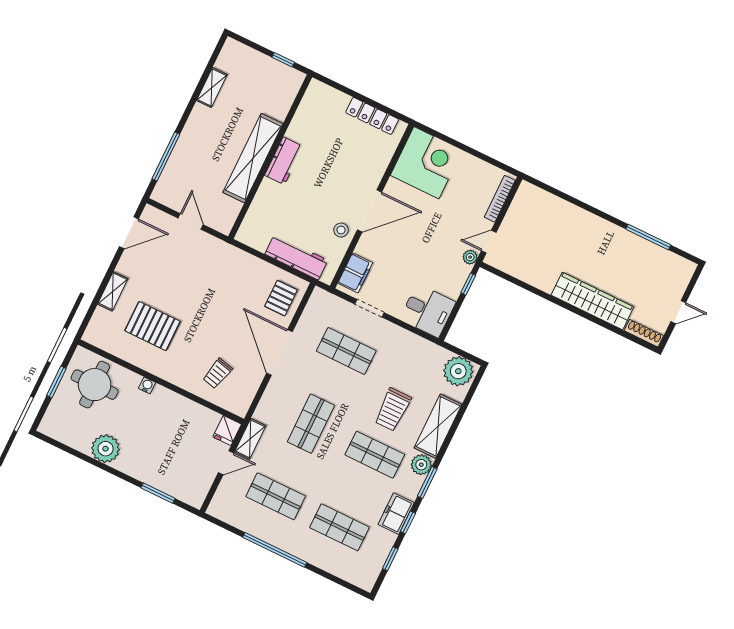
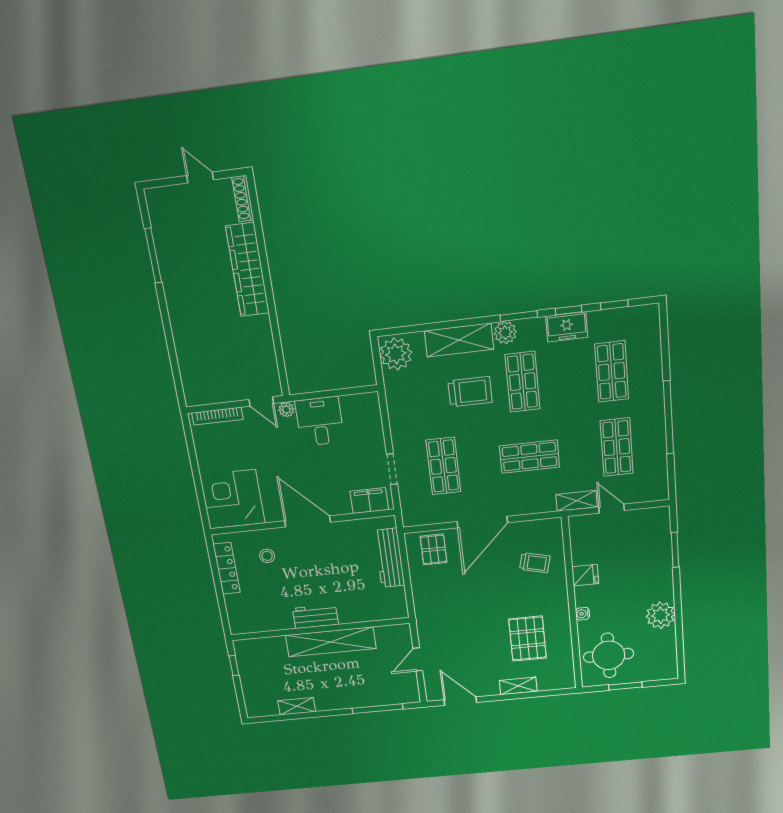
stool: (341, 230) -> (267, 556), moved
window: (468, 284) -> (311, 396), removed
pallet: (281, 298) -> (434, 549), turned 90
desk: (428, 311) -> (320, 421), moved
fridge: (227, 430) -> (585, 575), moved

